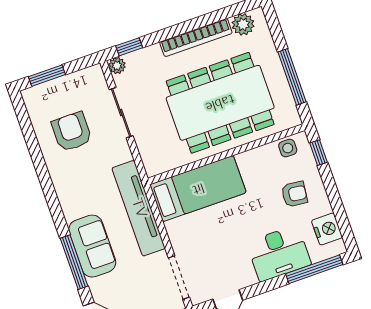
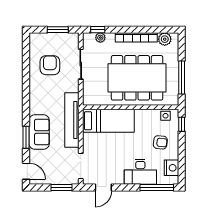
plant: (117, 66) -> (100, 38), moved
window: (47, 76) -> (58, 30), moved
window: (74, 262) -> (26, 137), width x0.69

